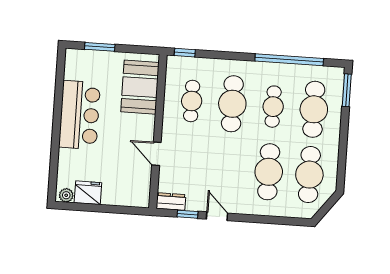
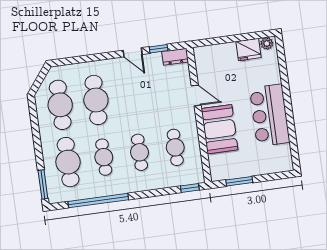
window: (100, 47) -> (239, 181), moved
booth: (140, 87) -> (220, 129), moved
cafe table: (232, 104) -> (139, 152), width x0.73, depth x0.74

